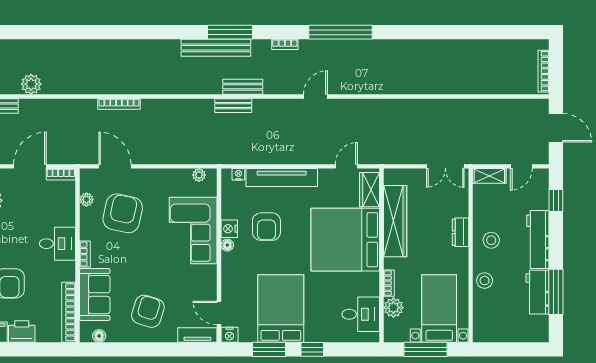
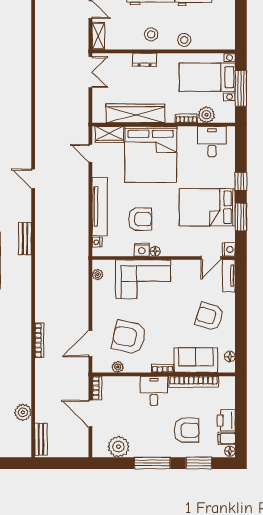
bench: (233, 106) -> (41, 246), removed
bookcase: (69, 312) -> (194, 382), moved

